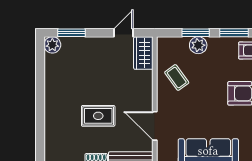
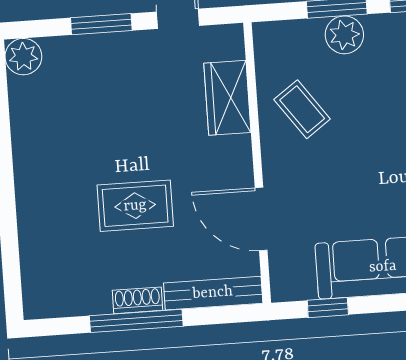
window: (71, 33) -> (101, 24), moved
wardrobe: (143, 53) -> (227, 98), moved

